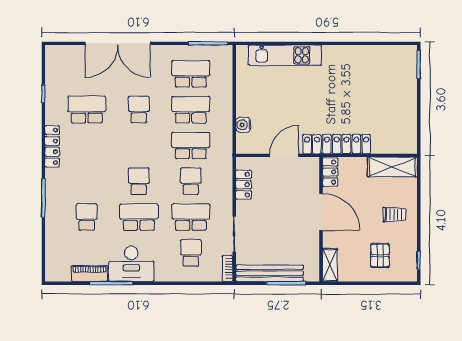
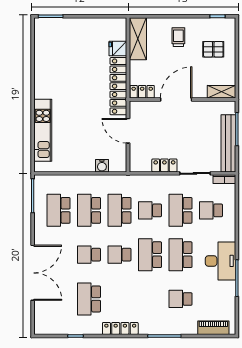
fridge: (381, 144) -> (118, 48), added
school desk: (139, 145) -> (120, 255), added
school desk: (139, 181) -> (150, 255), width x1.85
locker: (244, 185) -> (164, 165), moved
piano: (89, 274) -> (213, 328), moved, turned 90

